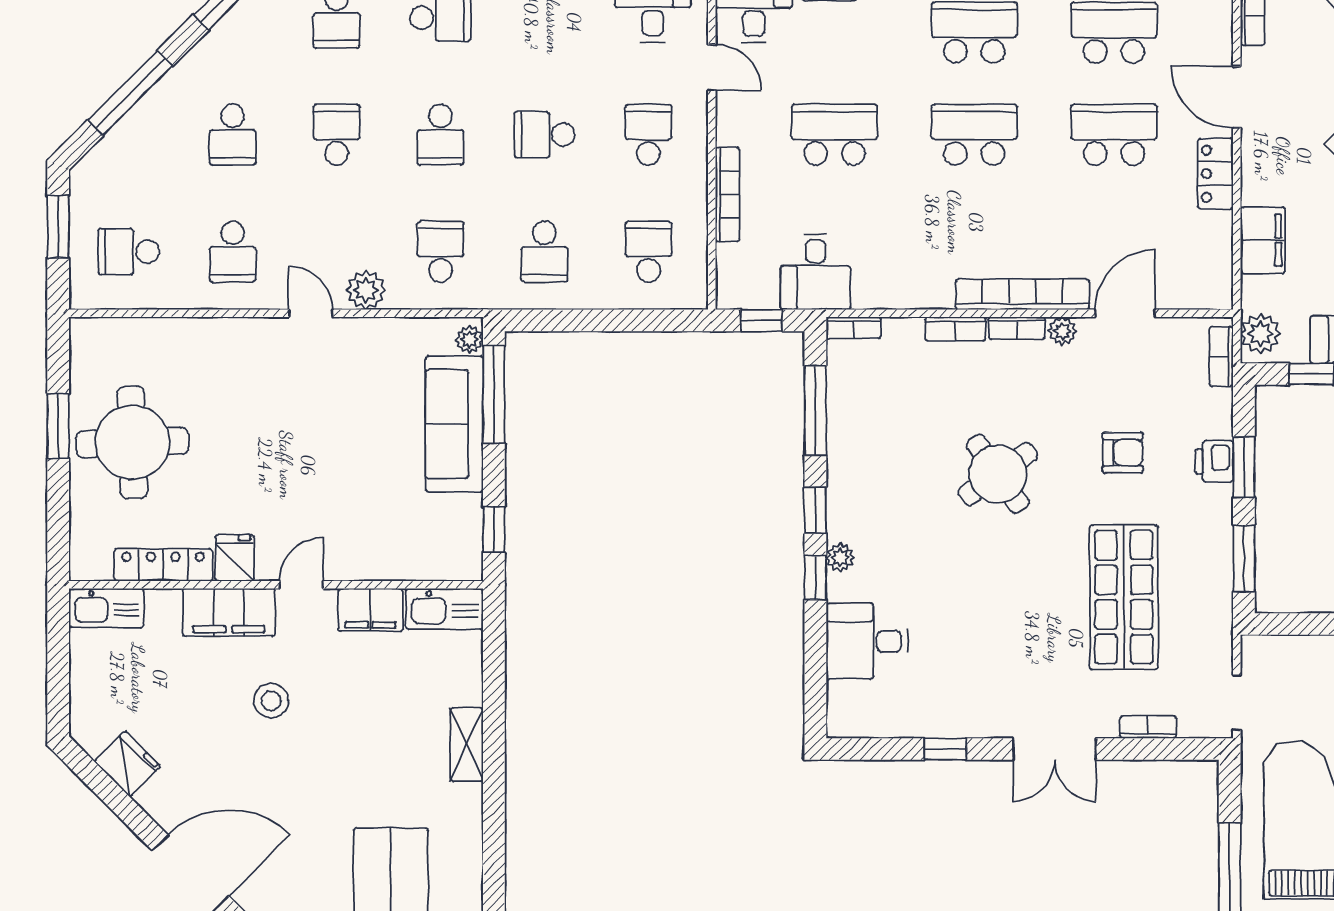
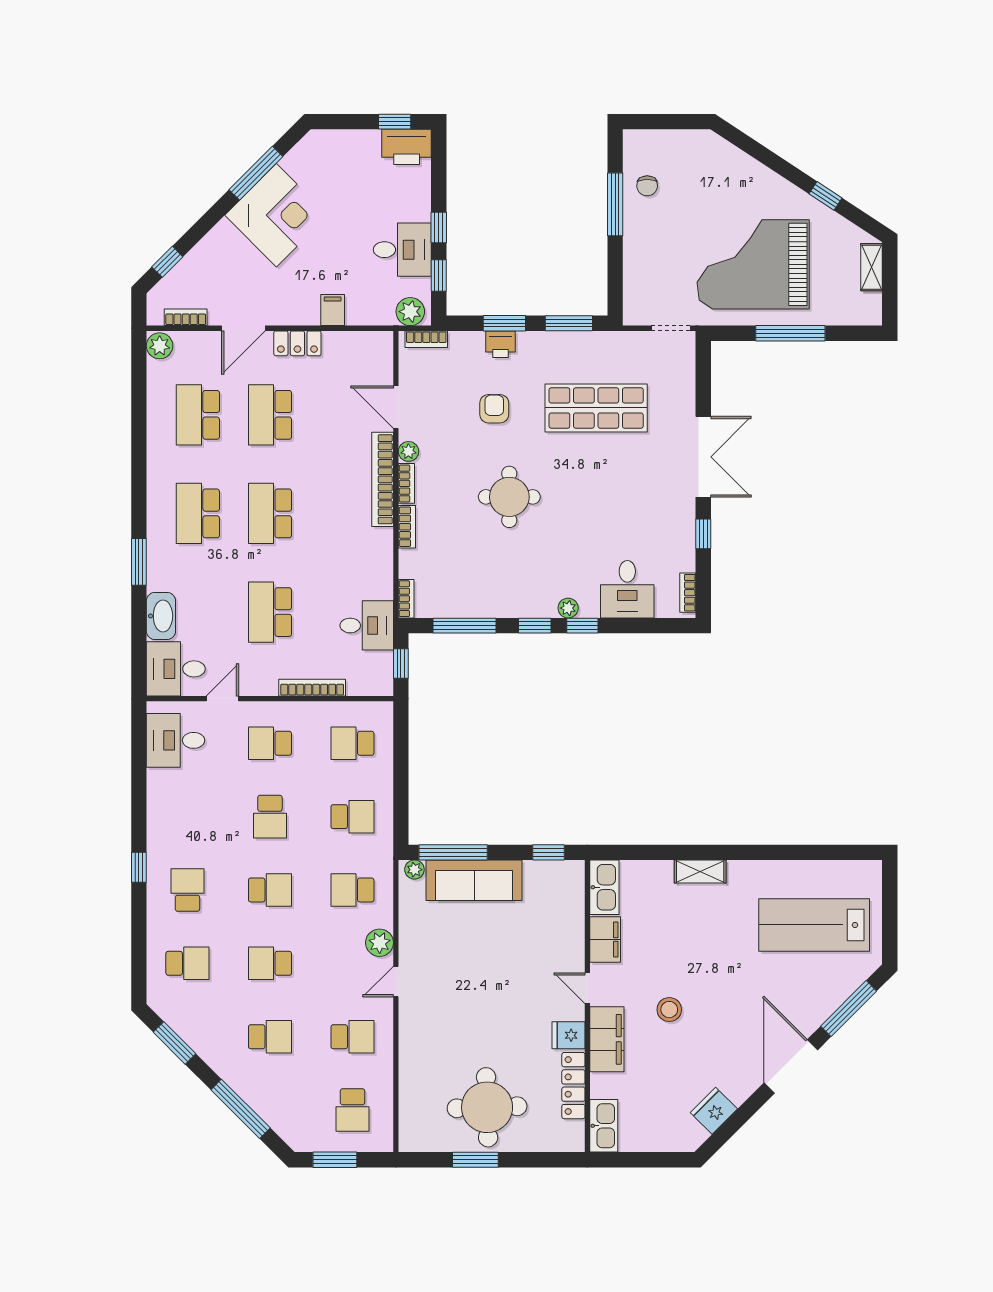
filing cabinet: (1263, 240) -> (333, 310), width x0.50
round table: (998, 474) -> (509, 497), turned 35
bookcase: (1148, 727) -> (688, 593), moved
double door: (1055, 749) -> (703, 457), width x1.37

